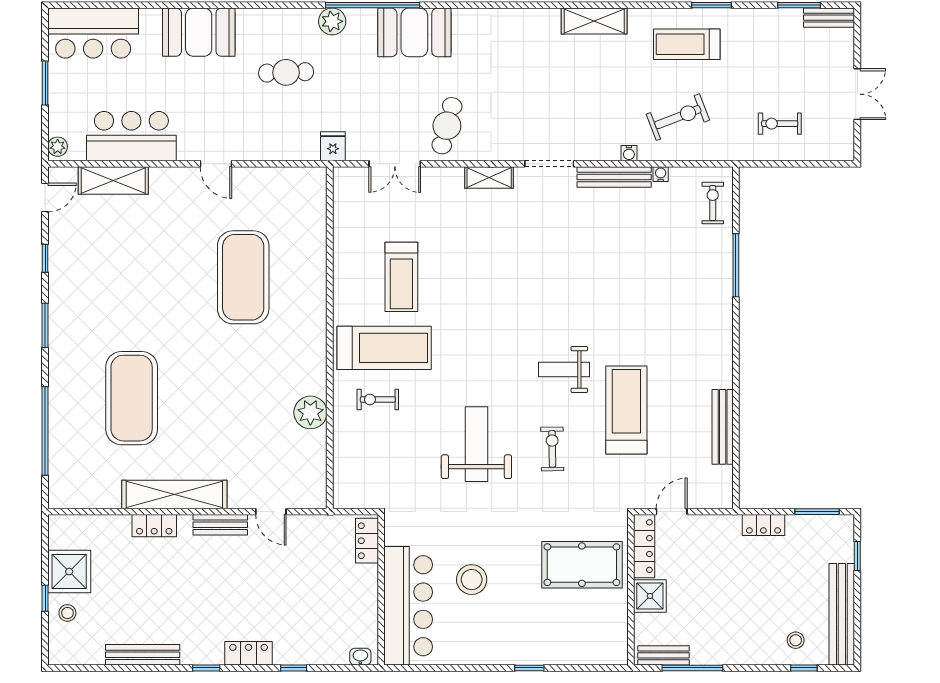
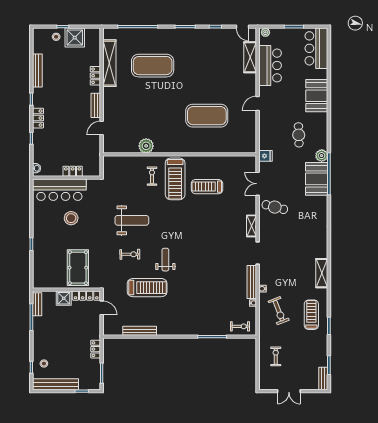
booth: (414, 32) -> (317, 179), moved
shelving: (174, 494) -> (109, 63), moved
locker: (367, 541) -> (73, 171), moved

